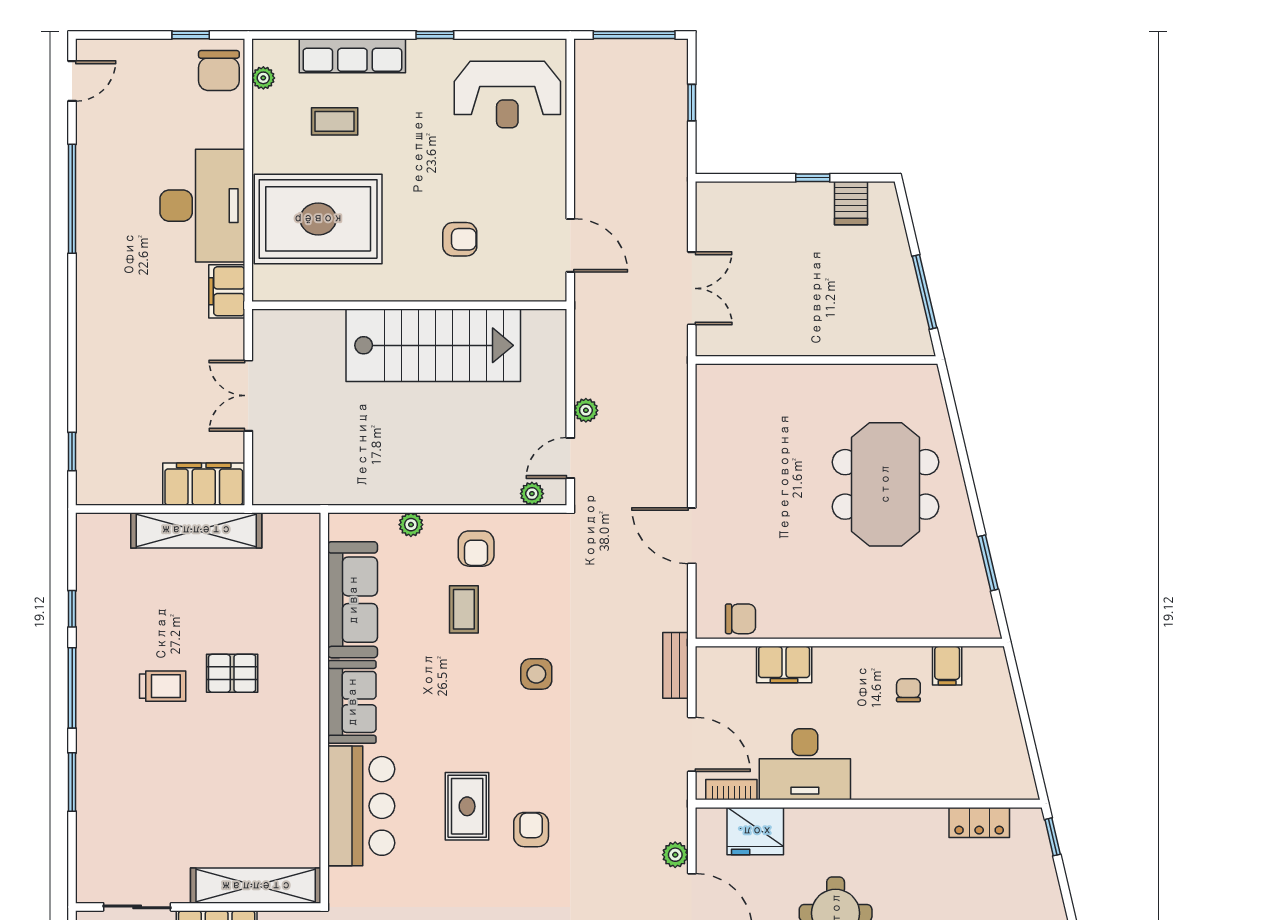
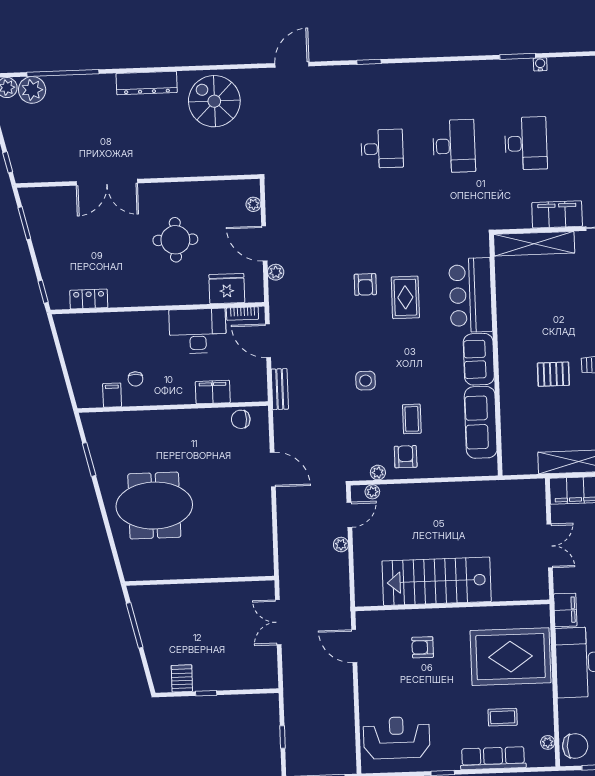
chair: (219, 71) -> (575, 746), turned 90
meeting table: (885, 484) -> (154, 506), turned 90
plant: (411, 525) -> (378, 473), moved

